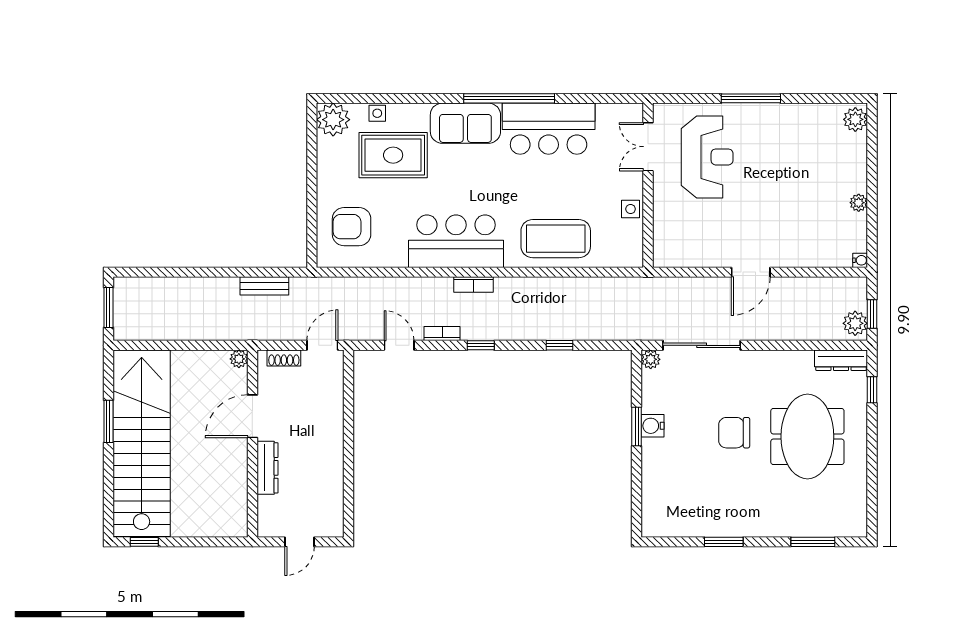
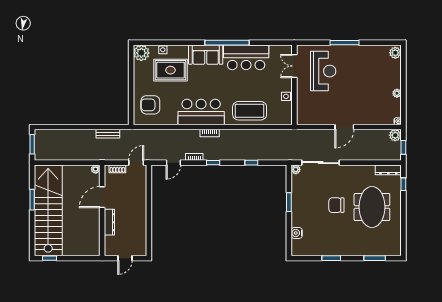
plant: (855, 323) -> (395, 135), moved
door: (399, 345) -> (173, 163), swing flipped
water cooler: (653, 426) -> (297, 233), moved

